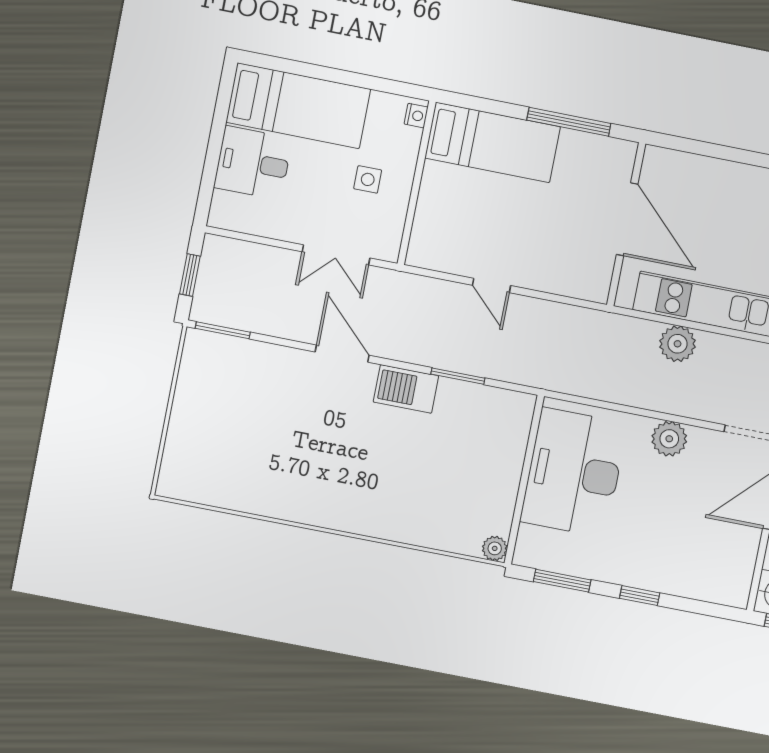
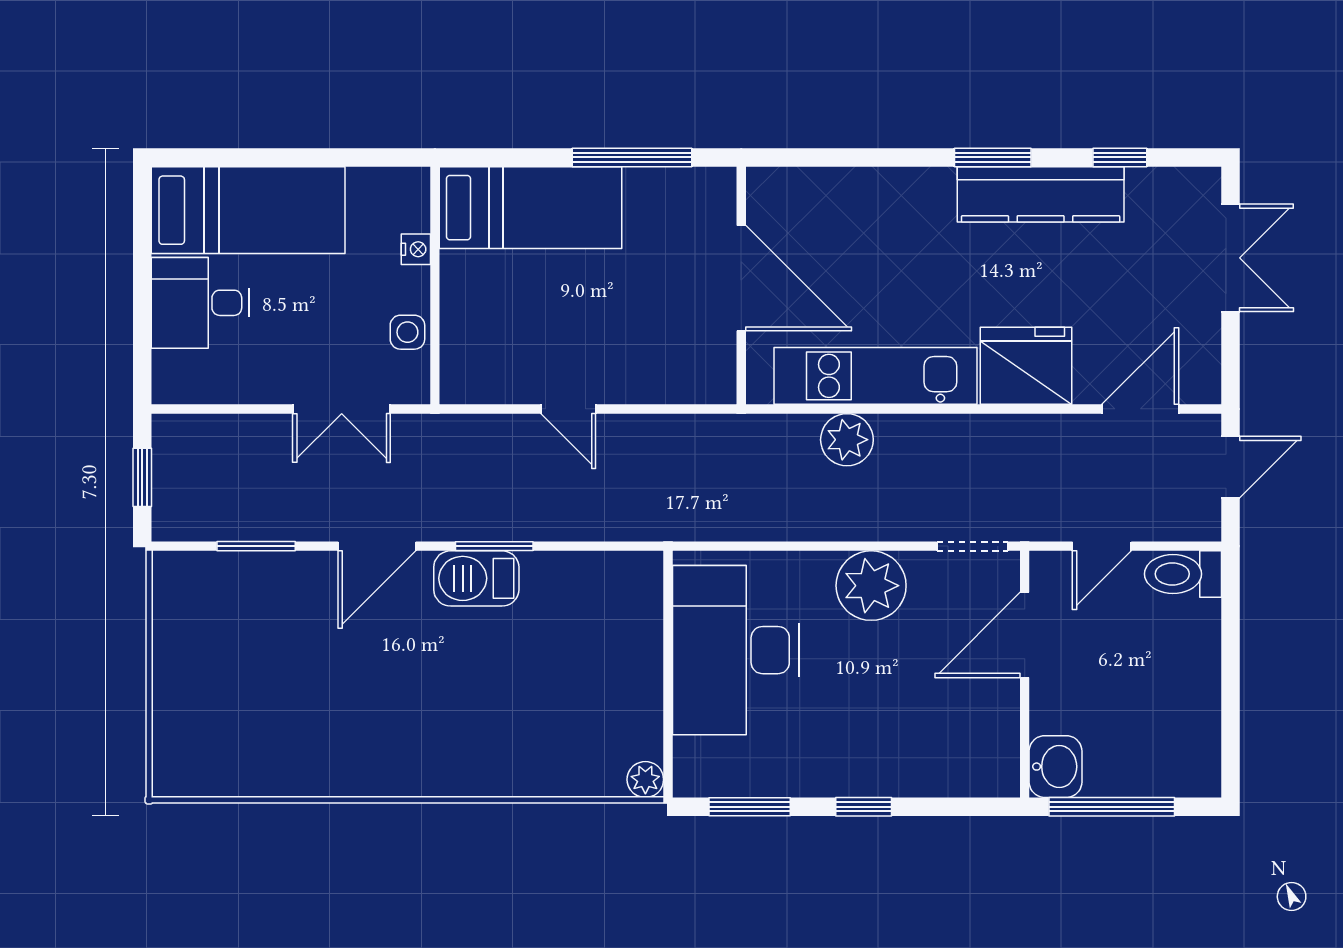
nightstand: (416, 116) -> (416, 249), moved
side table: (368, 179) -> (407, 332), moved
window: (223, 330) -> (256, 546), moved
door: (342, 354) -> (377, 546), swing flipped
window: (458, 376) -> (494, 546), moved
plant: (669, 439) -> (871, 586), width x1.36, depth x1.36

